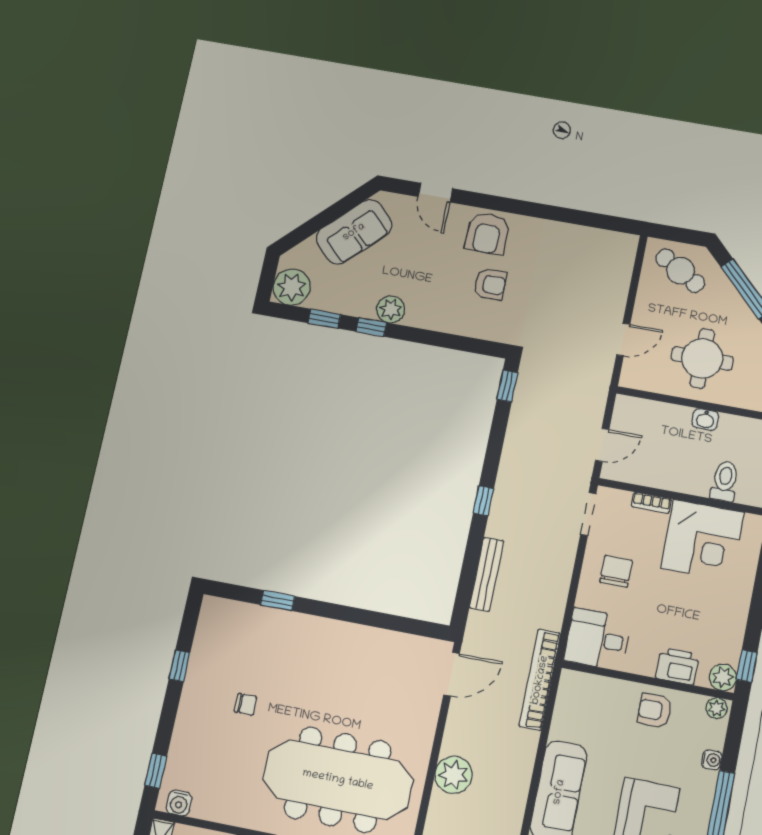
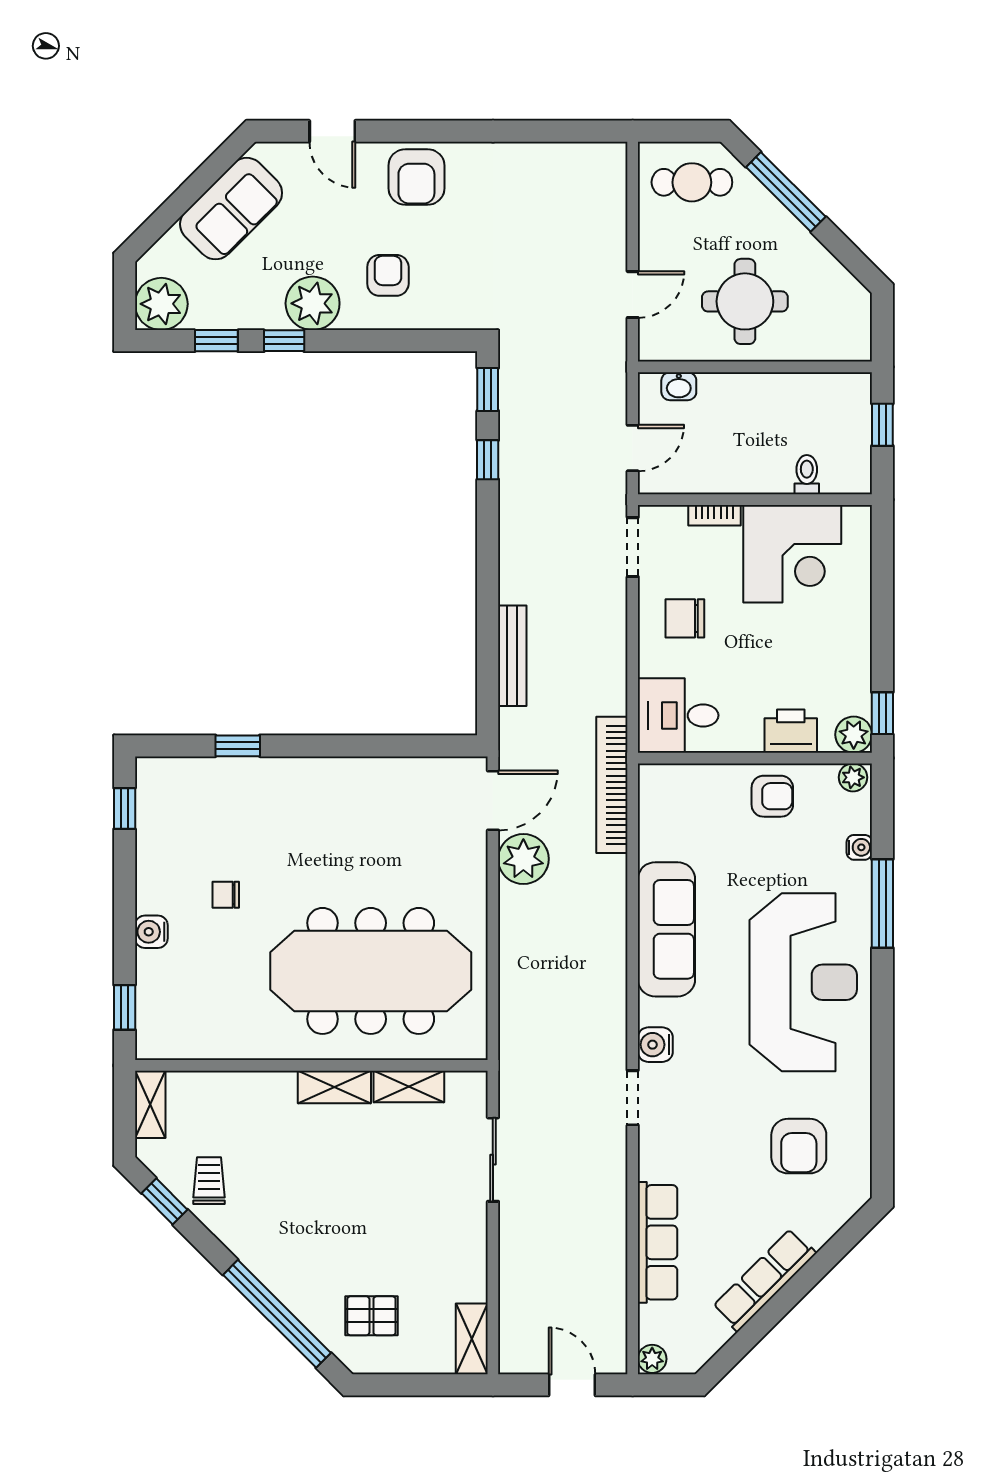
cafe table: (680, 271) -> (692, 182), turned -31
armchair: (490, 284) -> (388, 275), moved, turned -90
plant: (391, 309) -> (313, 303), width x1.36, depth x1.36
washbasin: (705, 420) -> (679, 386), moved
toilet: (725, 481) -> (807, 475), width x0.73, depth x0.72
window: (483, 501) -> (488, 460), moved
chair: (616, 571) -> (685, 618), turned -90
window: (180, 666) -> (125, 808), moved
chair: (246, 704) -> (226, 895), turned 180
armchair: (655, 710) -> (772, 796), turned 180
plant: (454, 775) -> (523, 859), moved
water cooler: (179, 803) -> (151, 932), moved, turned 90

